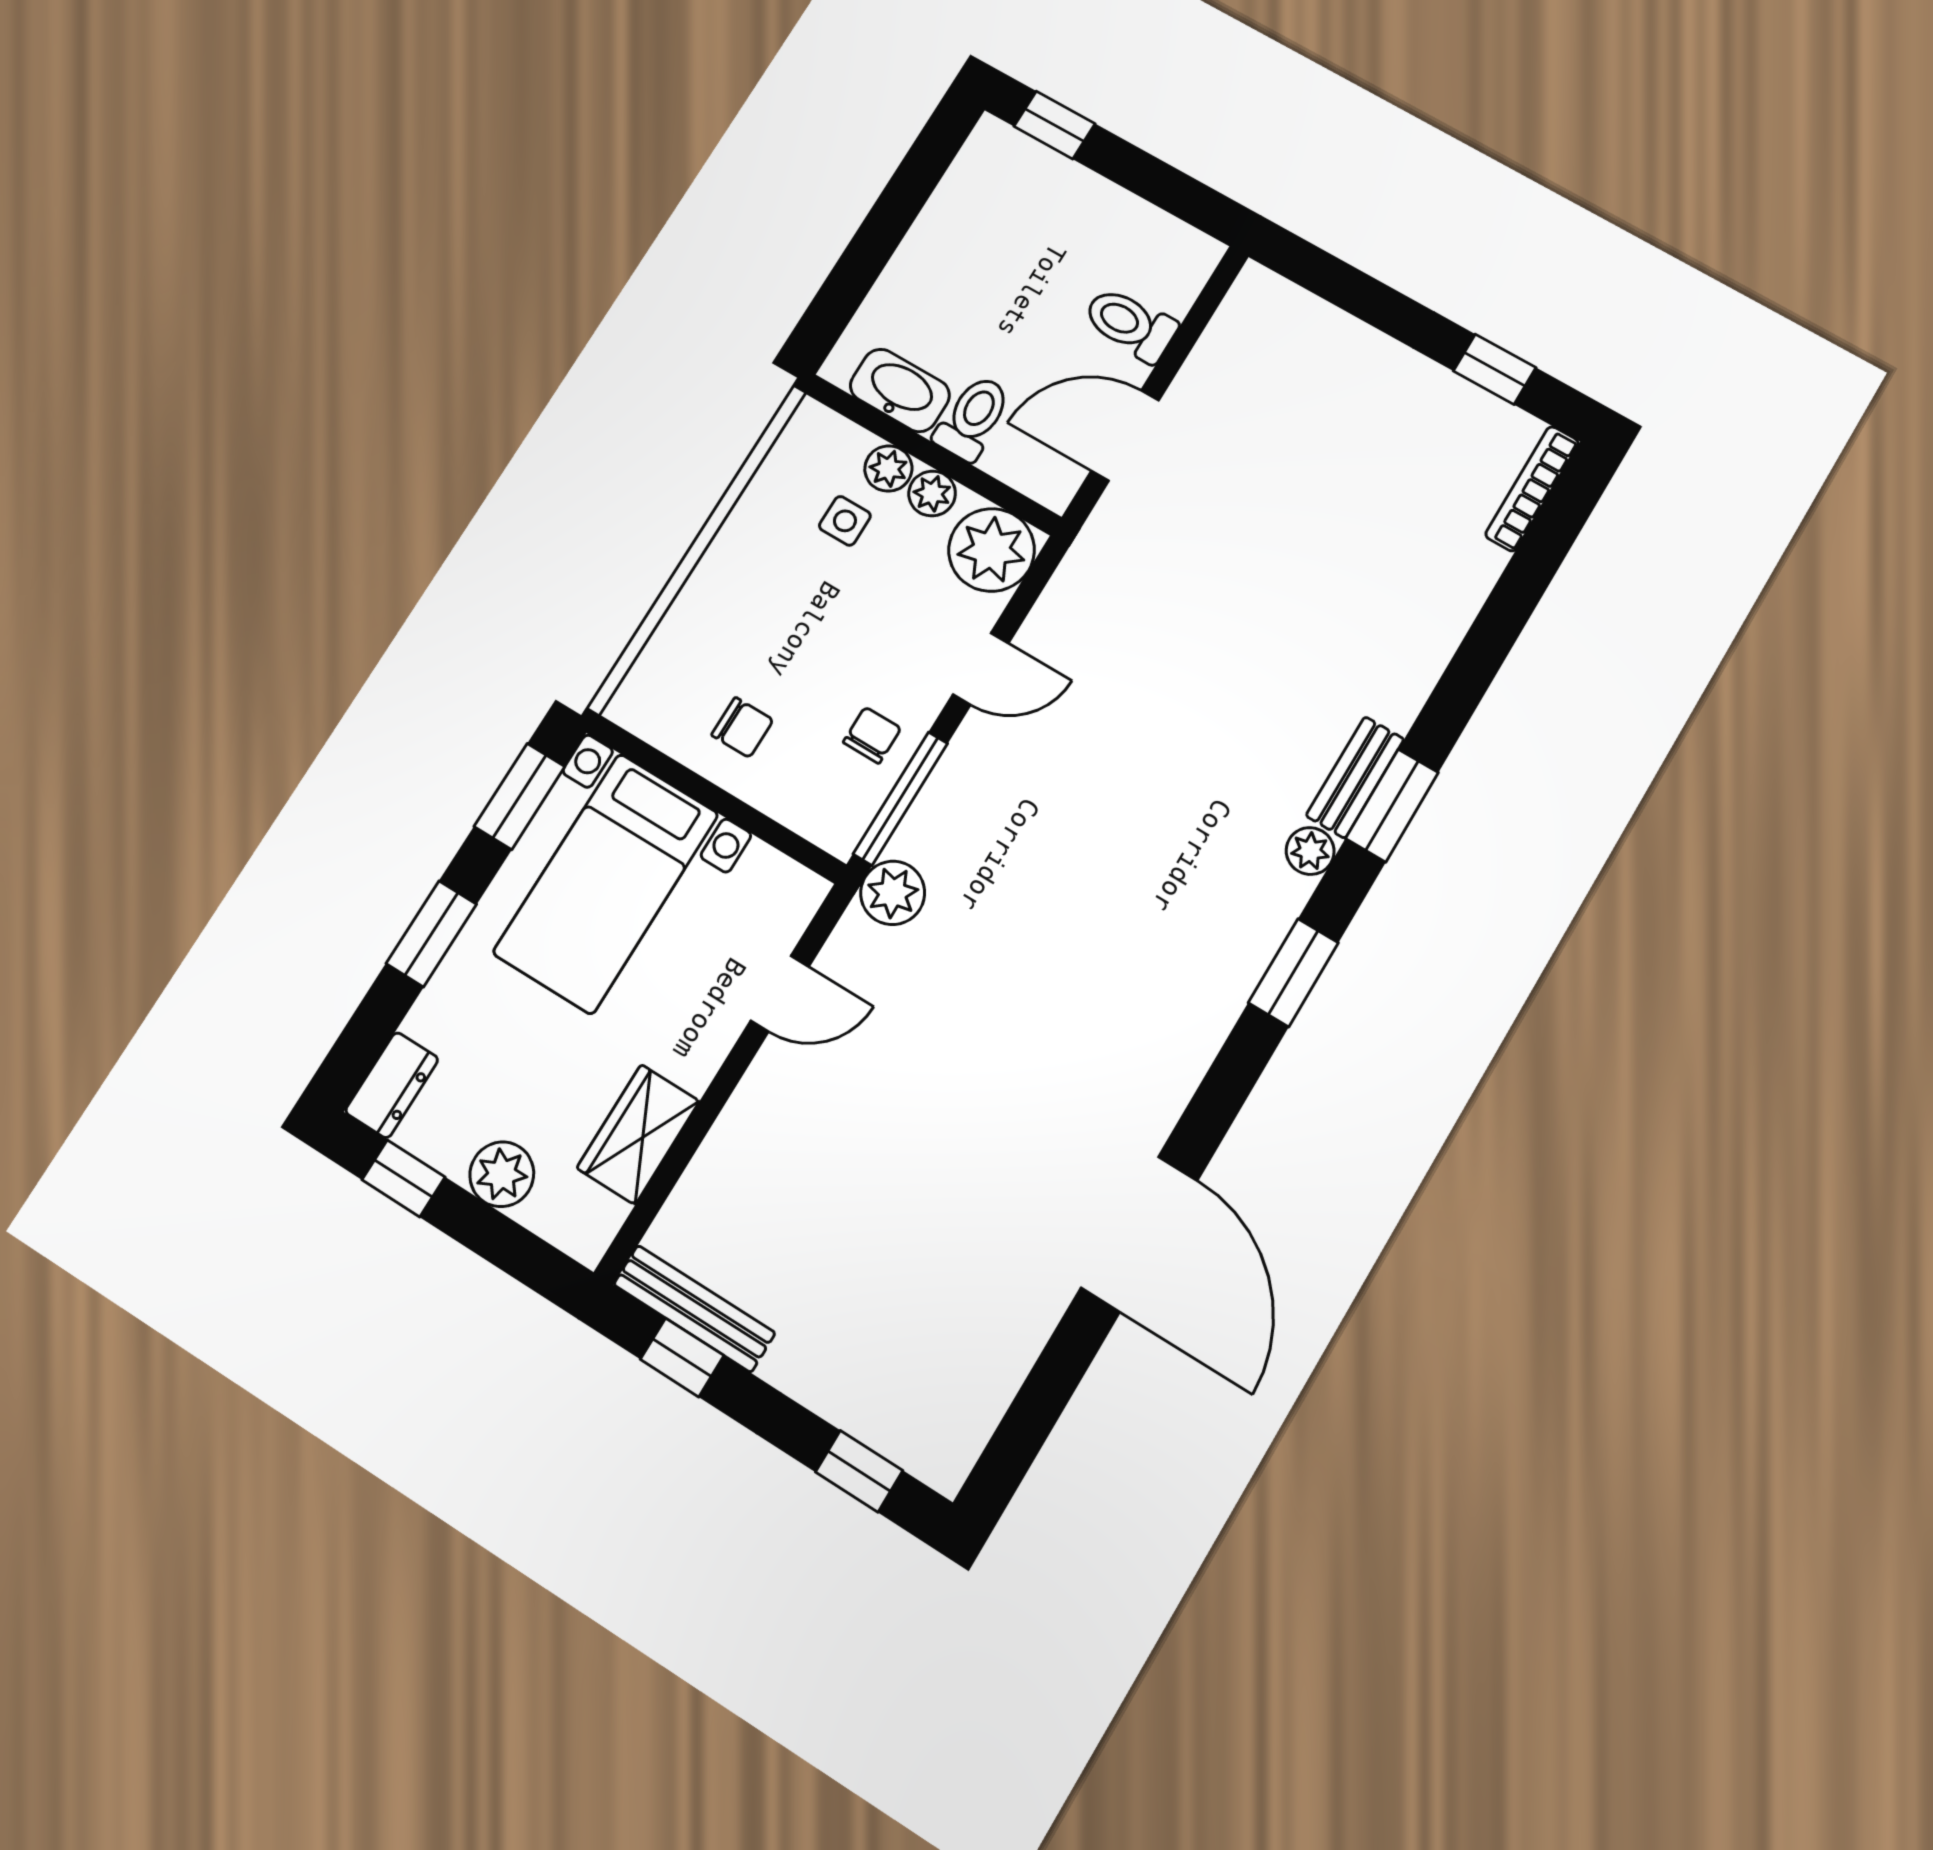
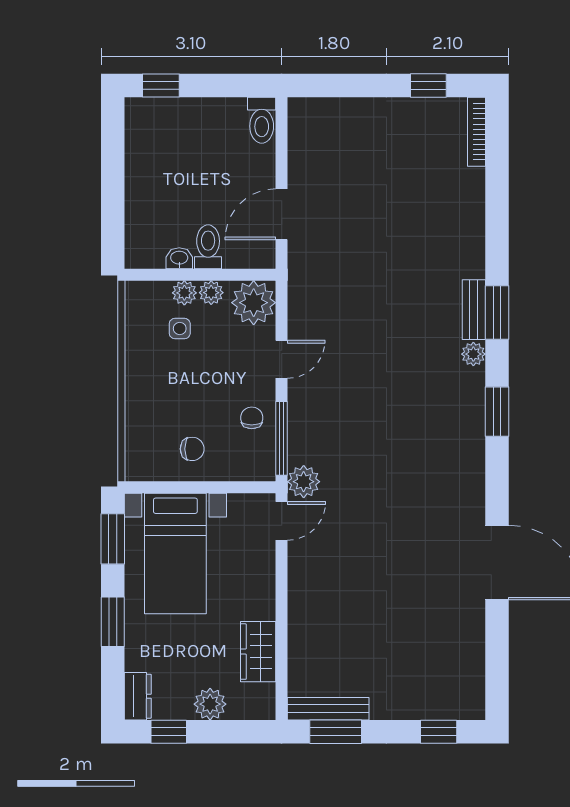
toilet: (1130, 324) -> (262, 120), moved, turned -90
washbasin: (900, 390) -> (179, 258), width x0.52, depth x0.69
door: (780, 993) -> (282, 521), moved
window: (682, 1357) -> (336, 732), width x1.50

